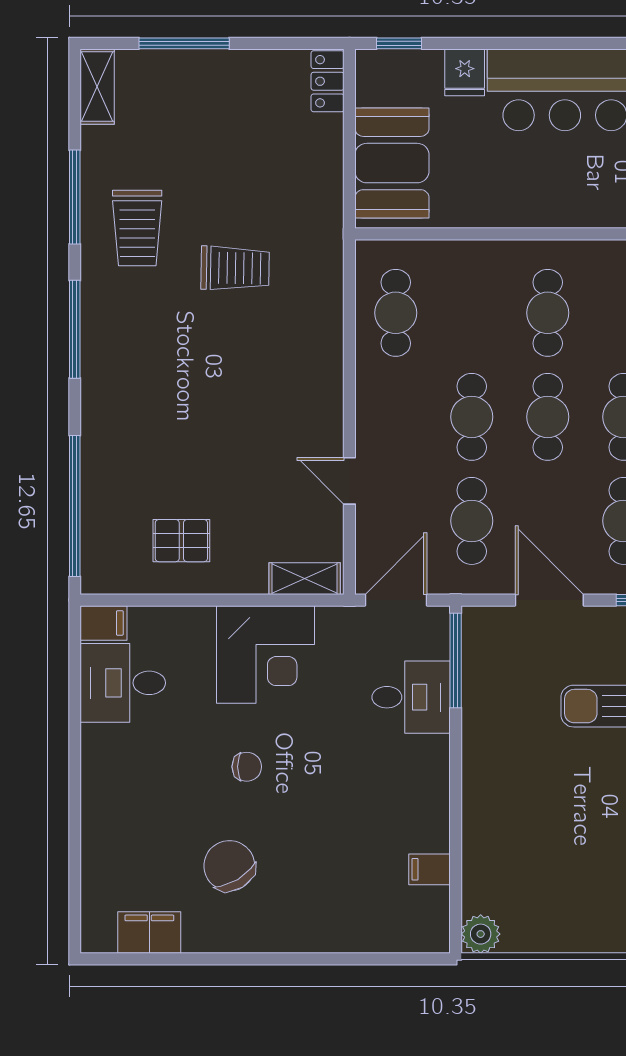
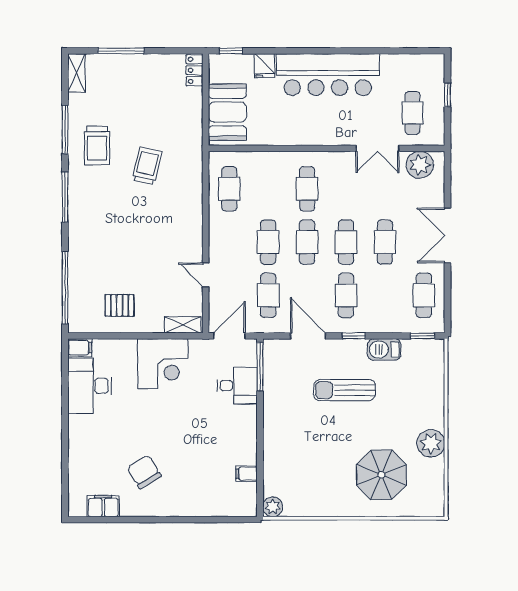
trolley: (235, 268) -> (147, 166), turned -78
desk: (123, 683) -> (90, 386), width x1.37
chair: (247, 767) -> (153, 421), removed

